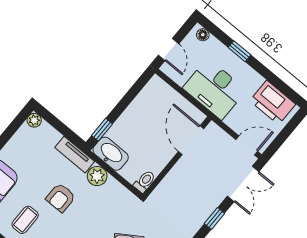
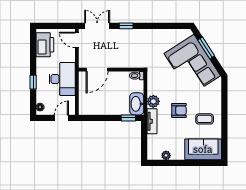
plant: (34, 120) -> (166, 155), moved

